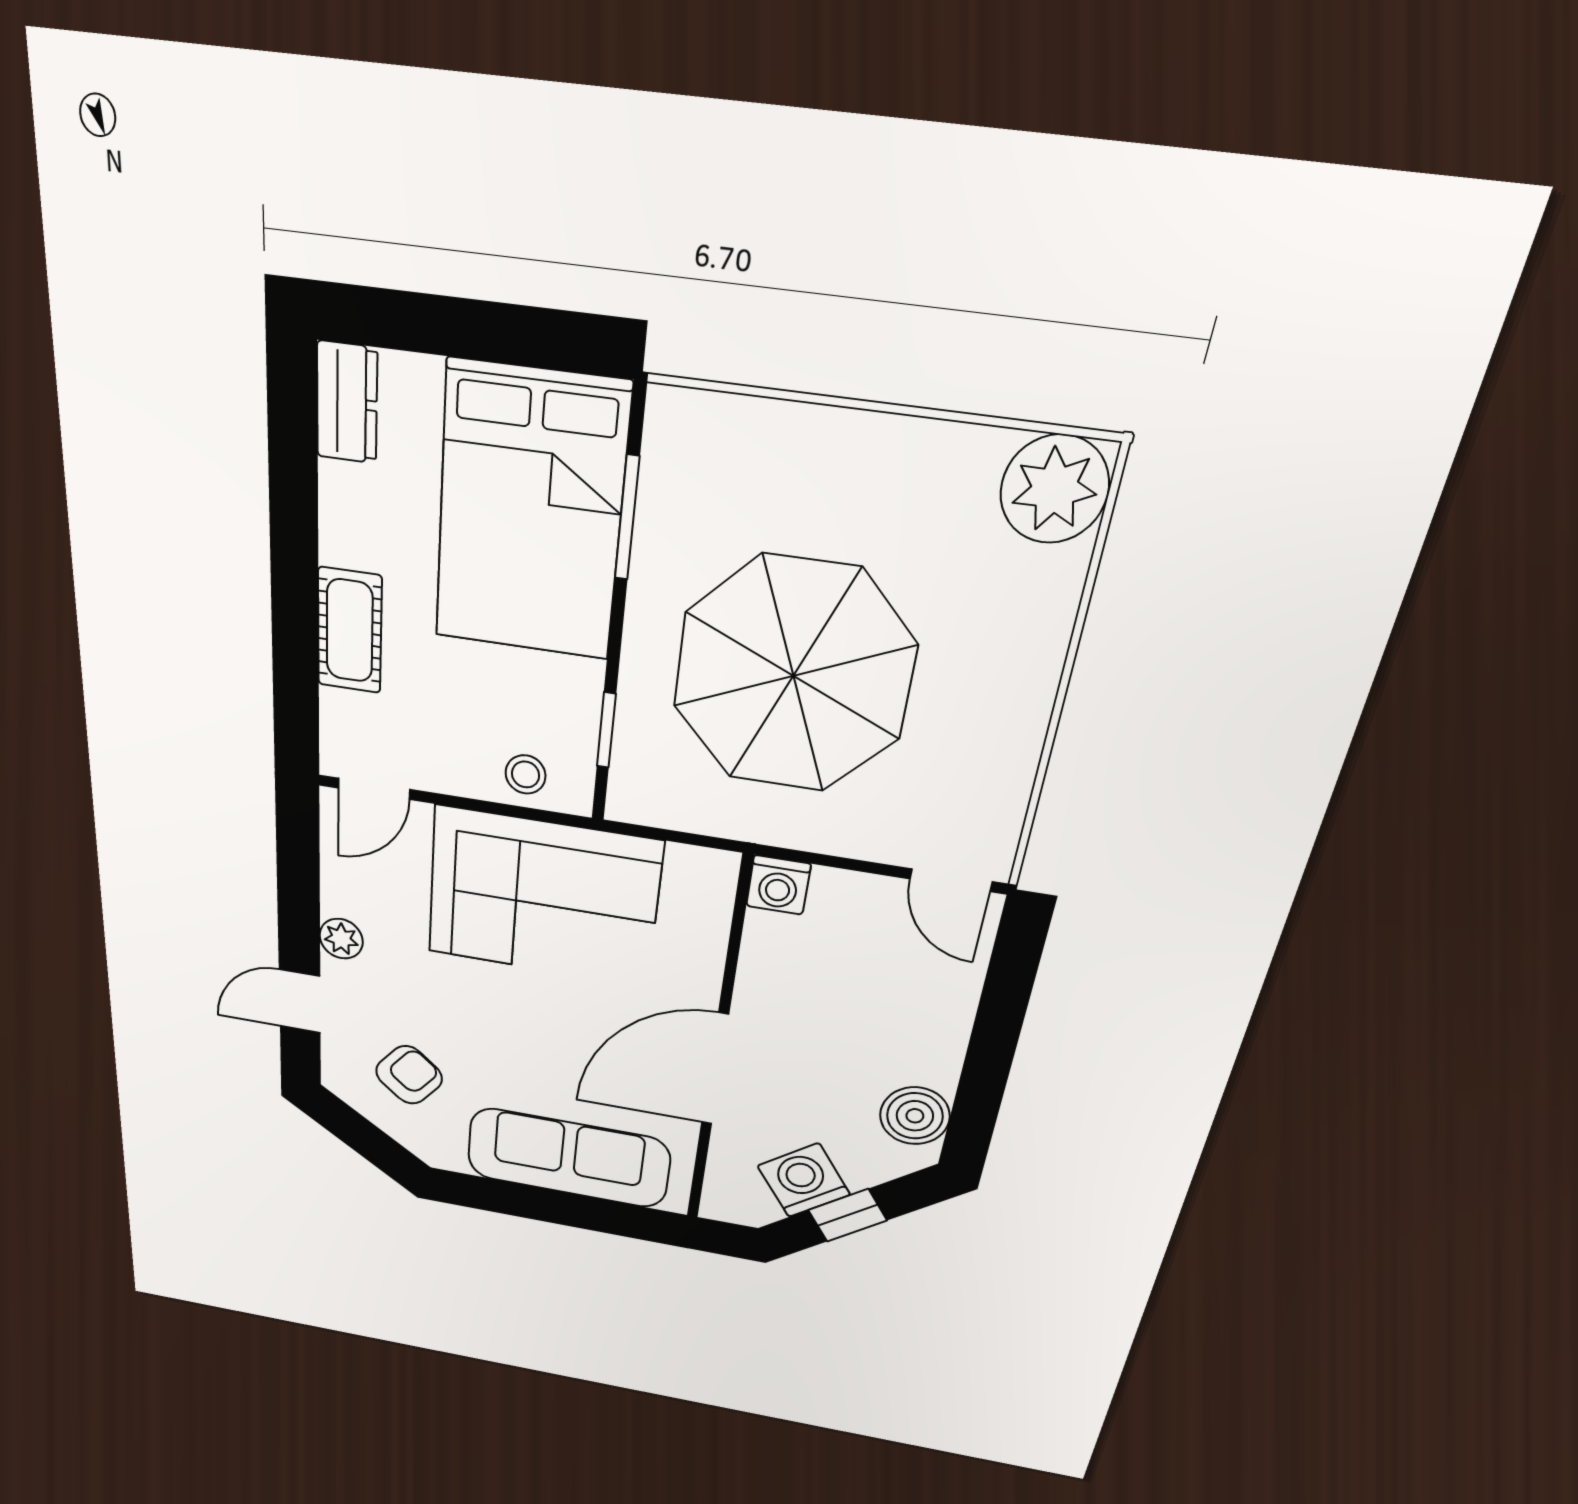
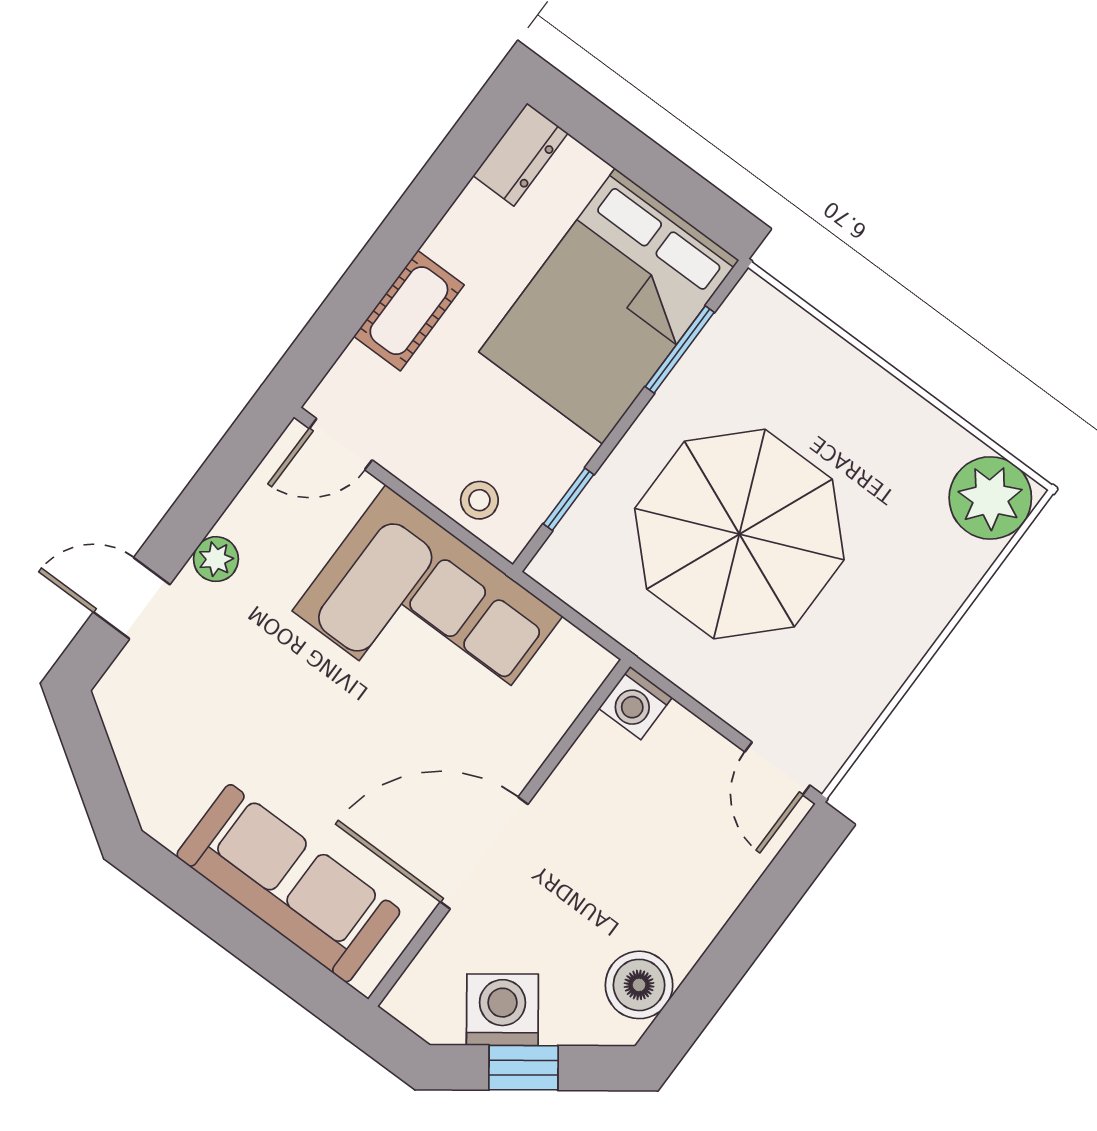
armchair: (409, 1075) -> (187, 723), removed

